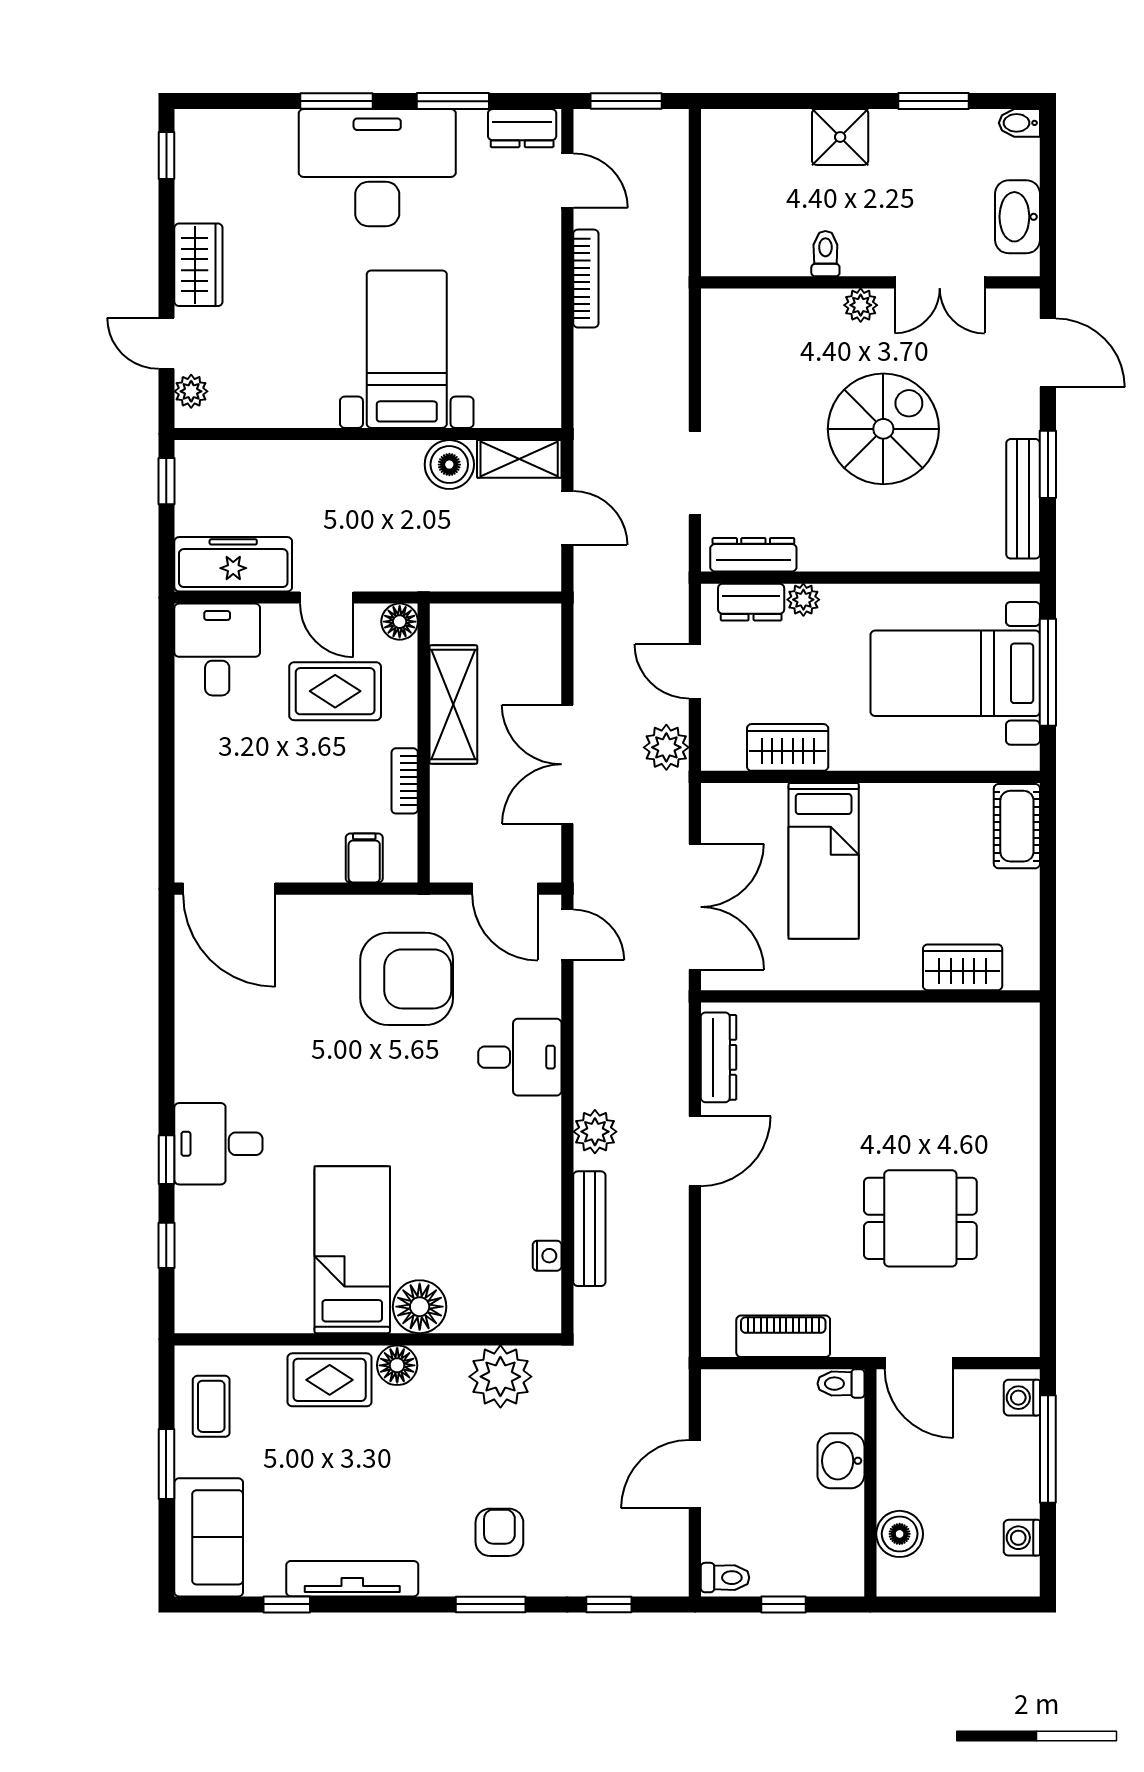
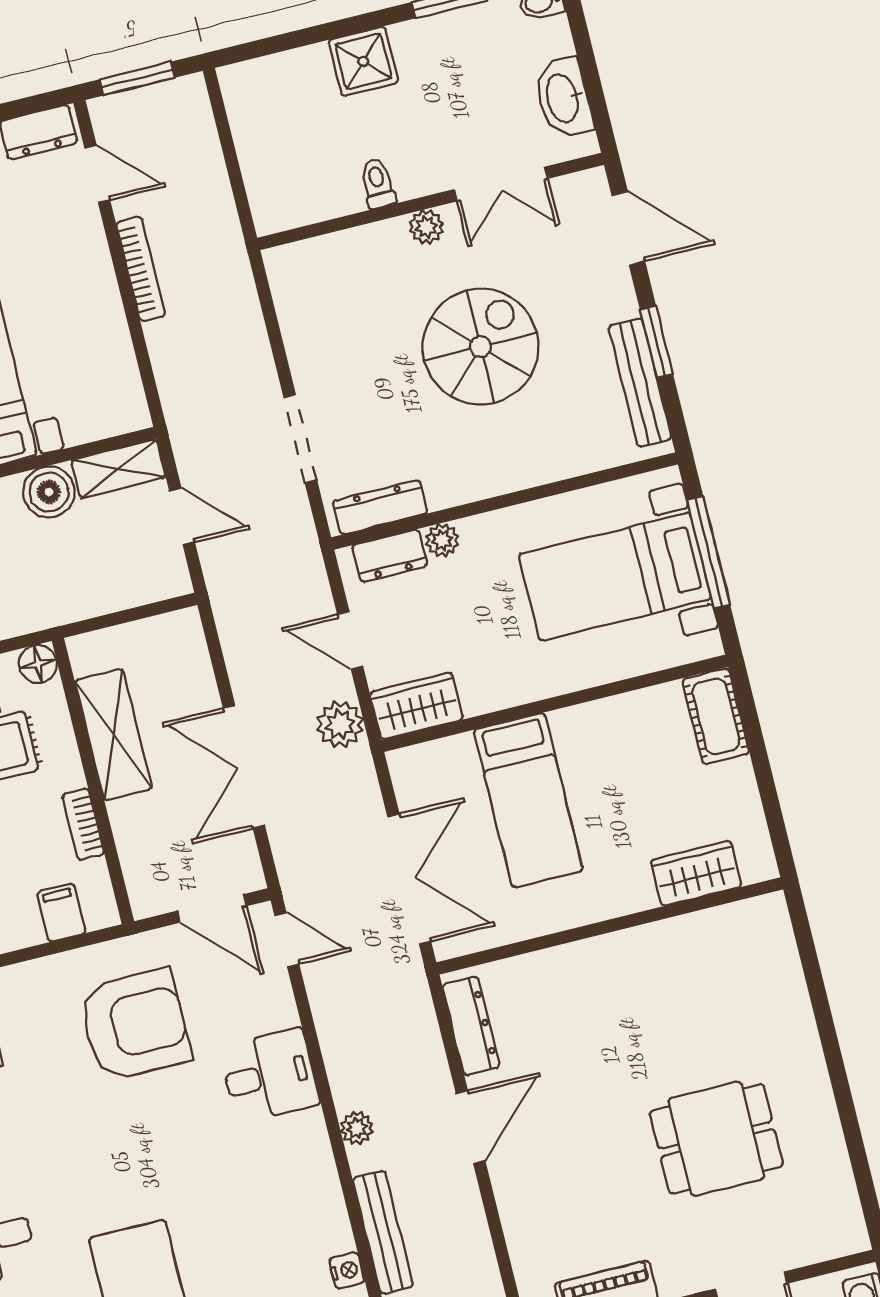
wardrobe: (788, 747) -> (416, 706), moved
plant: (595, 1132) -> (357, 1128), width x0.73, depth x0.73

